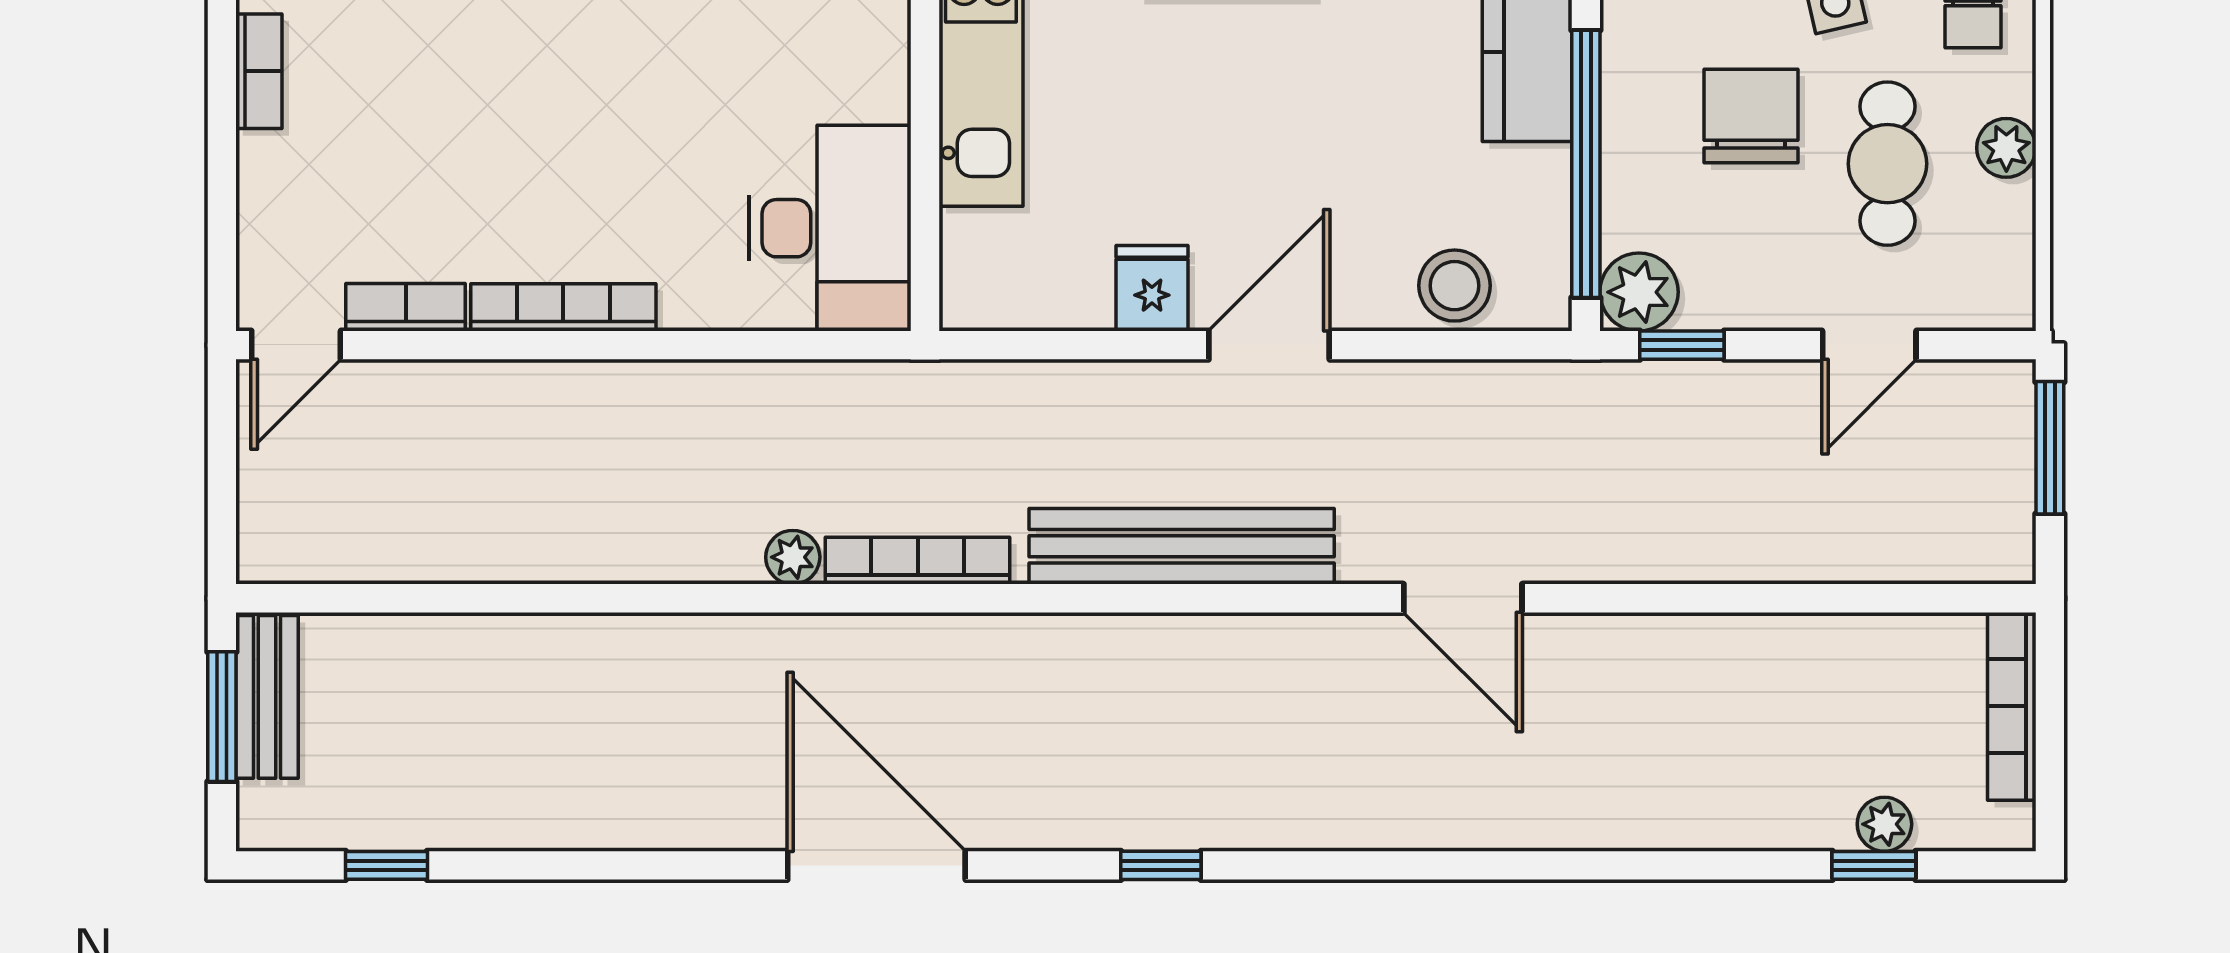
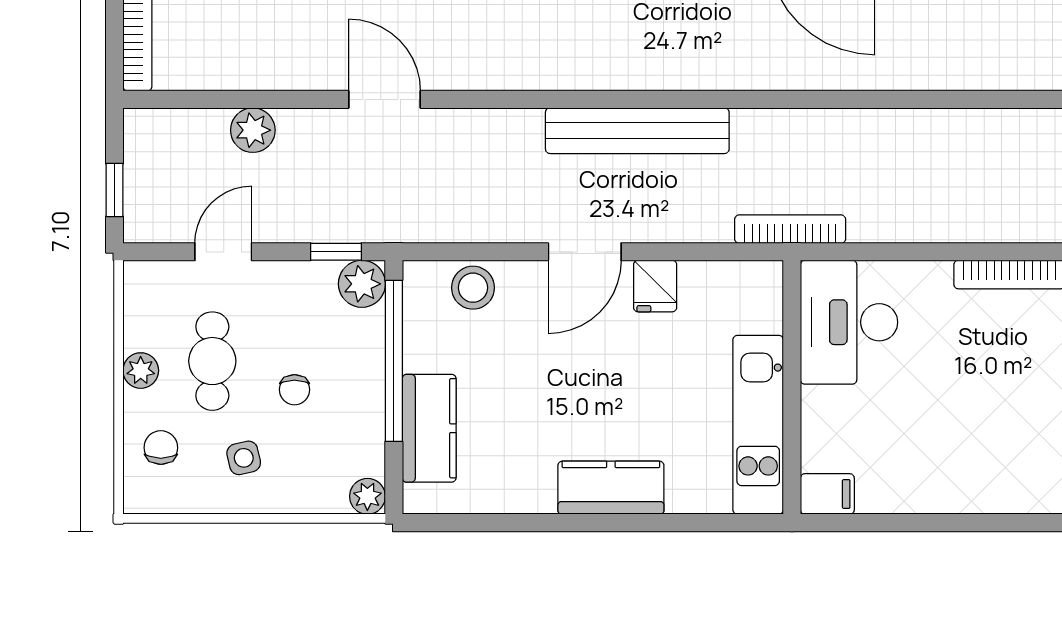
chair: (1751, 116) -> (294, 390), width x0.54, depth x0.54
window: (2050, 448) -> (114, 190), width x0.67
plant: (793, 557) -> (253, 130), moved, width x1.38, depth x1.38
bookcase: (918, 561) -> (790, 229), moved, turned 180
door: (1463, 598) -> (384, 99), moved

